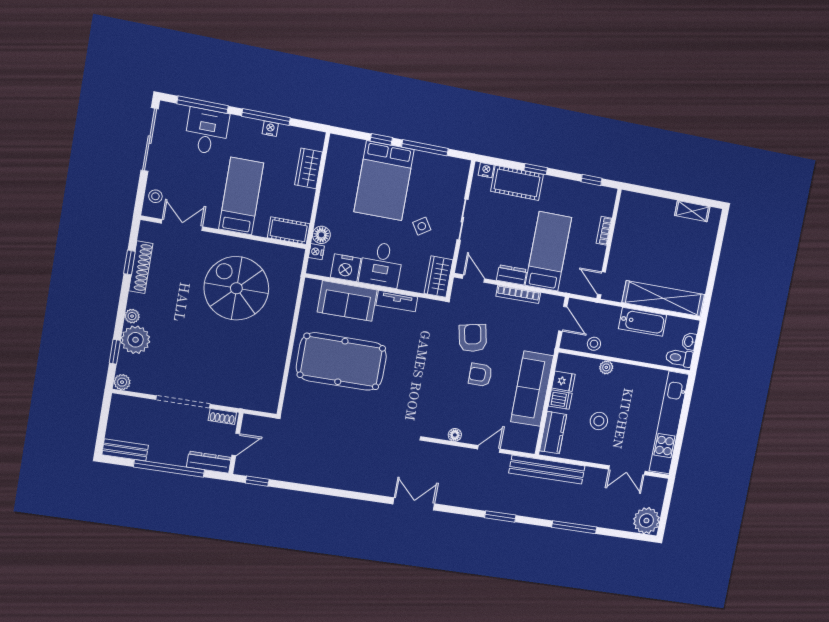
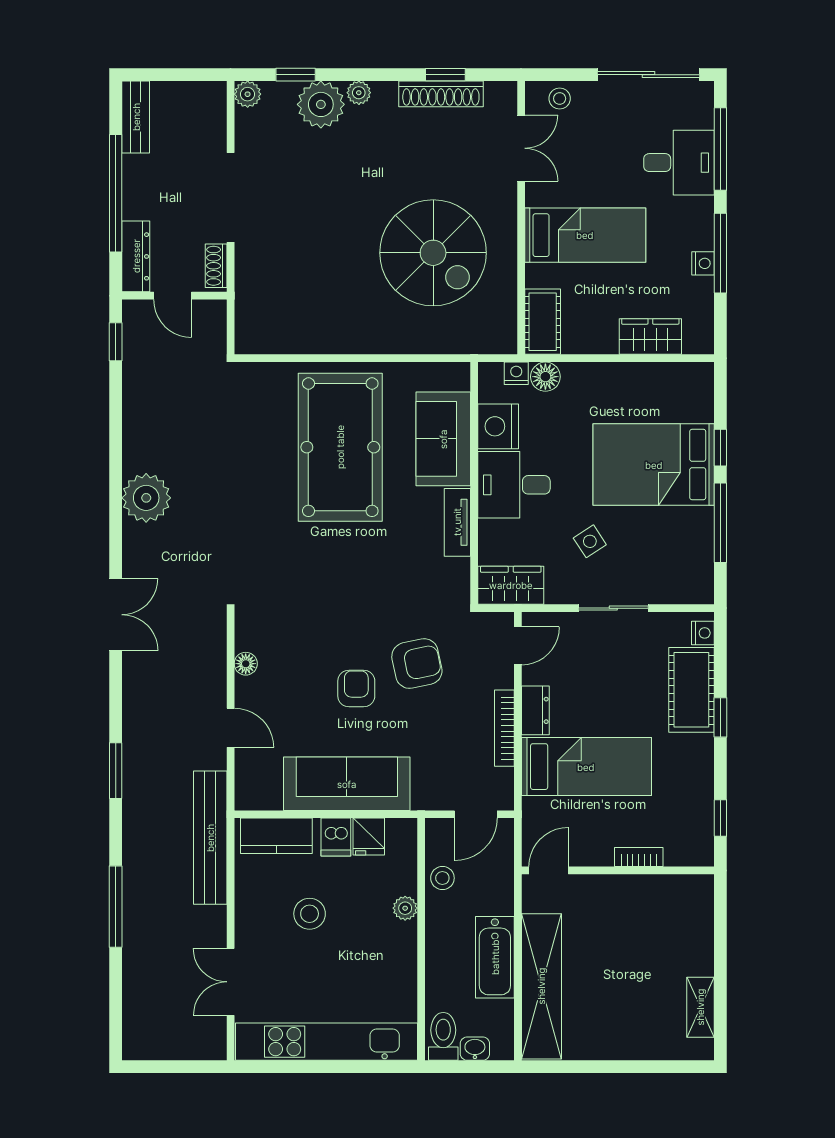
spiral stairs: (236, 288) -> (433, 253), turned 90
plant: (646, 521) -> (146, 498), moved

